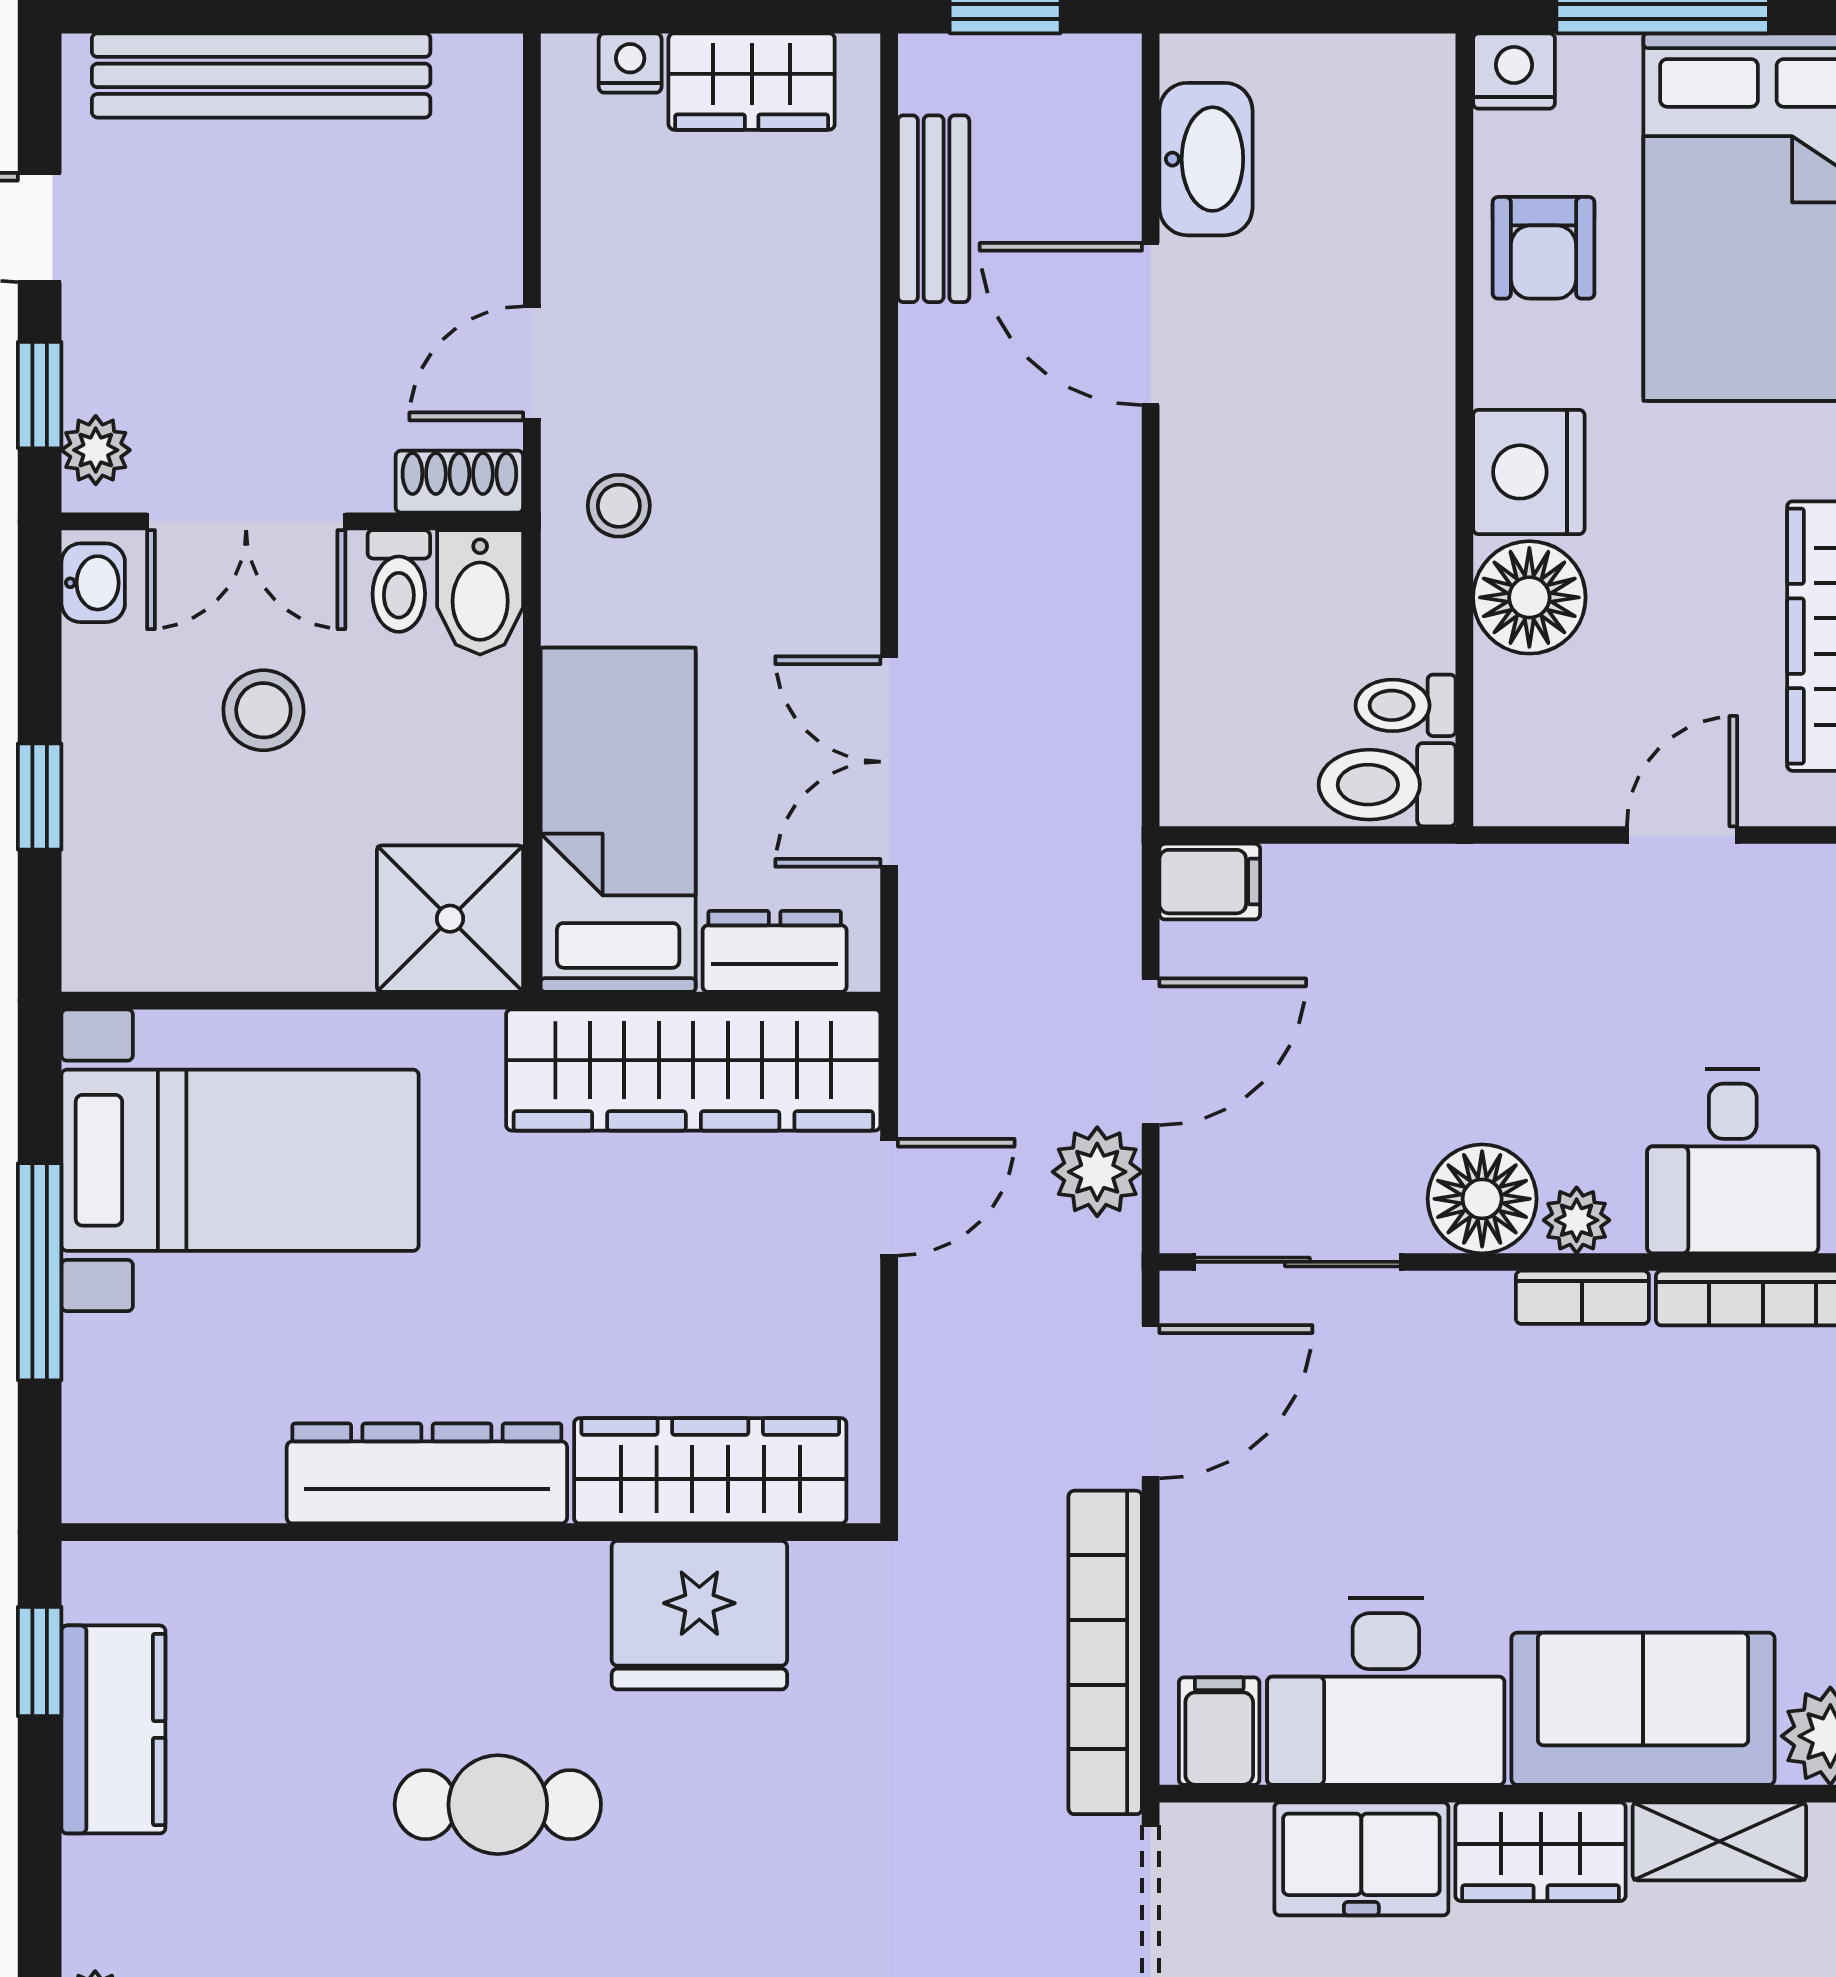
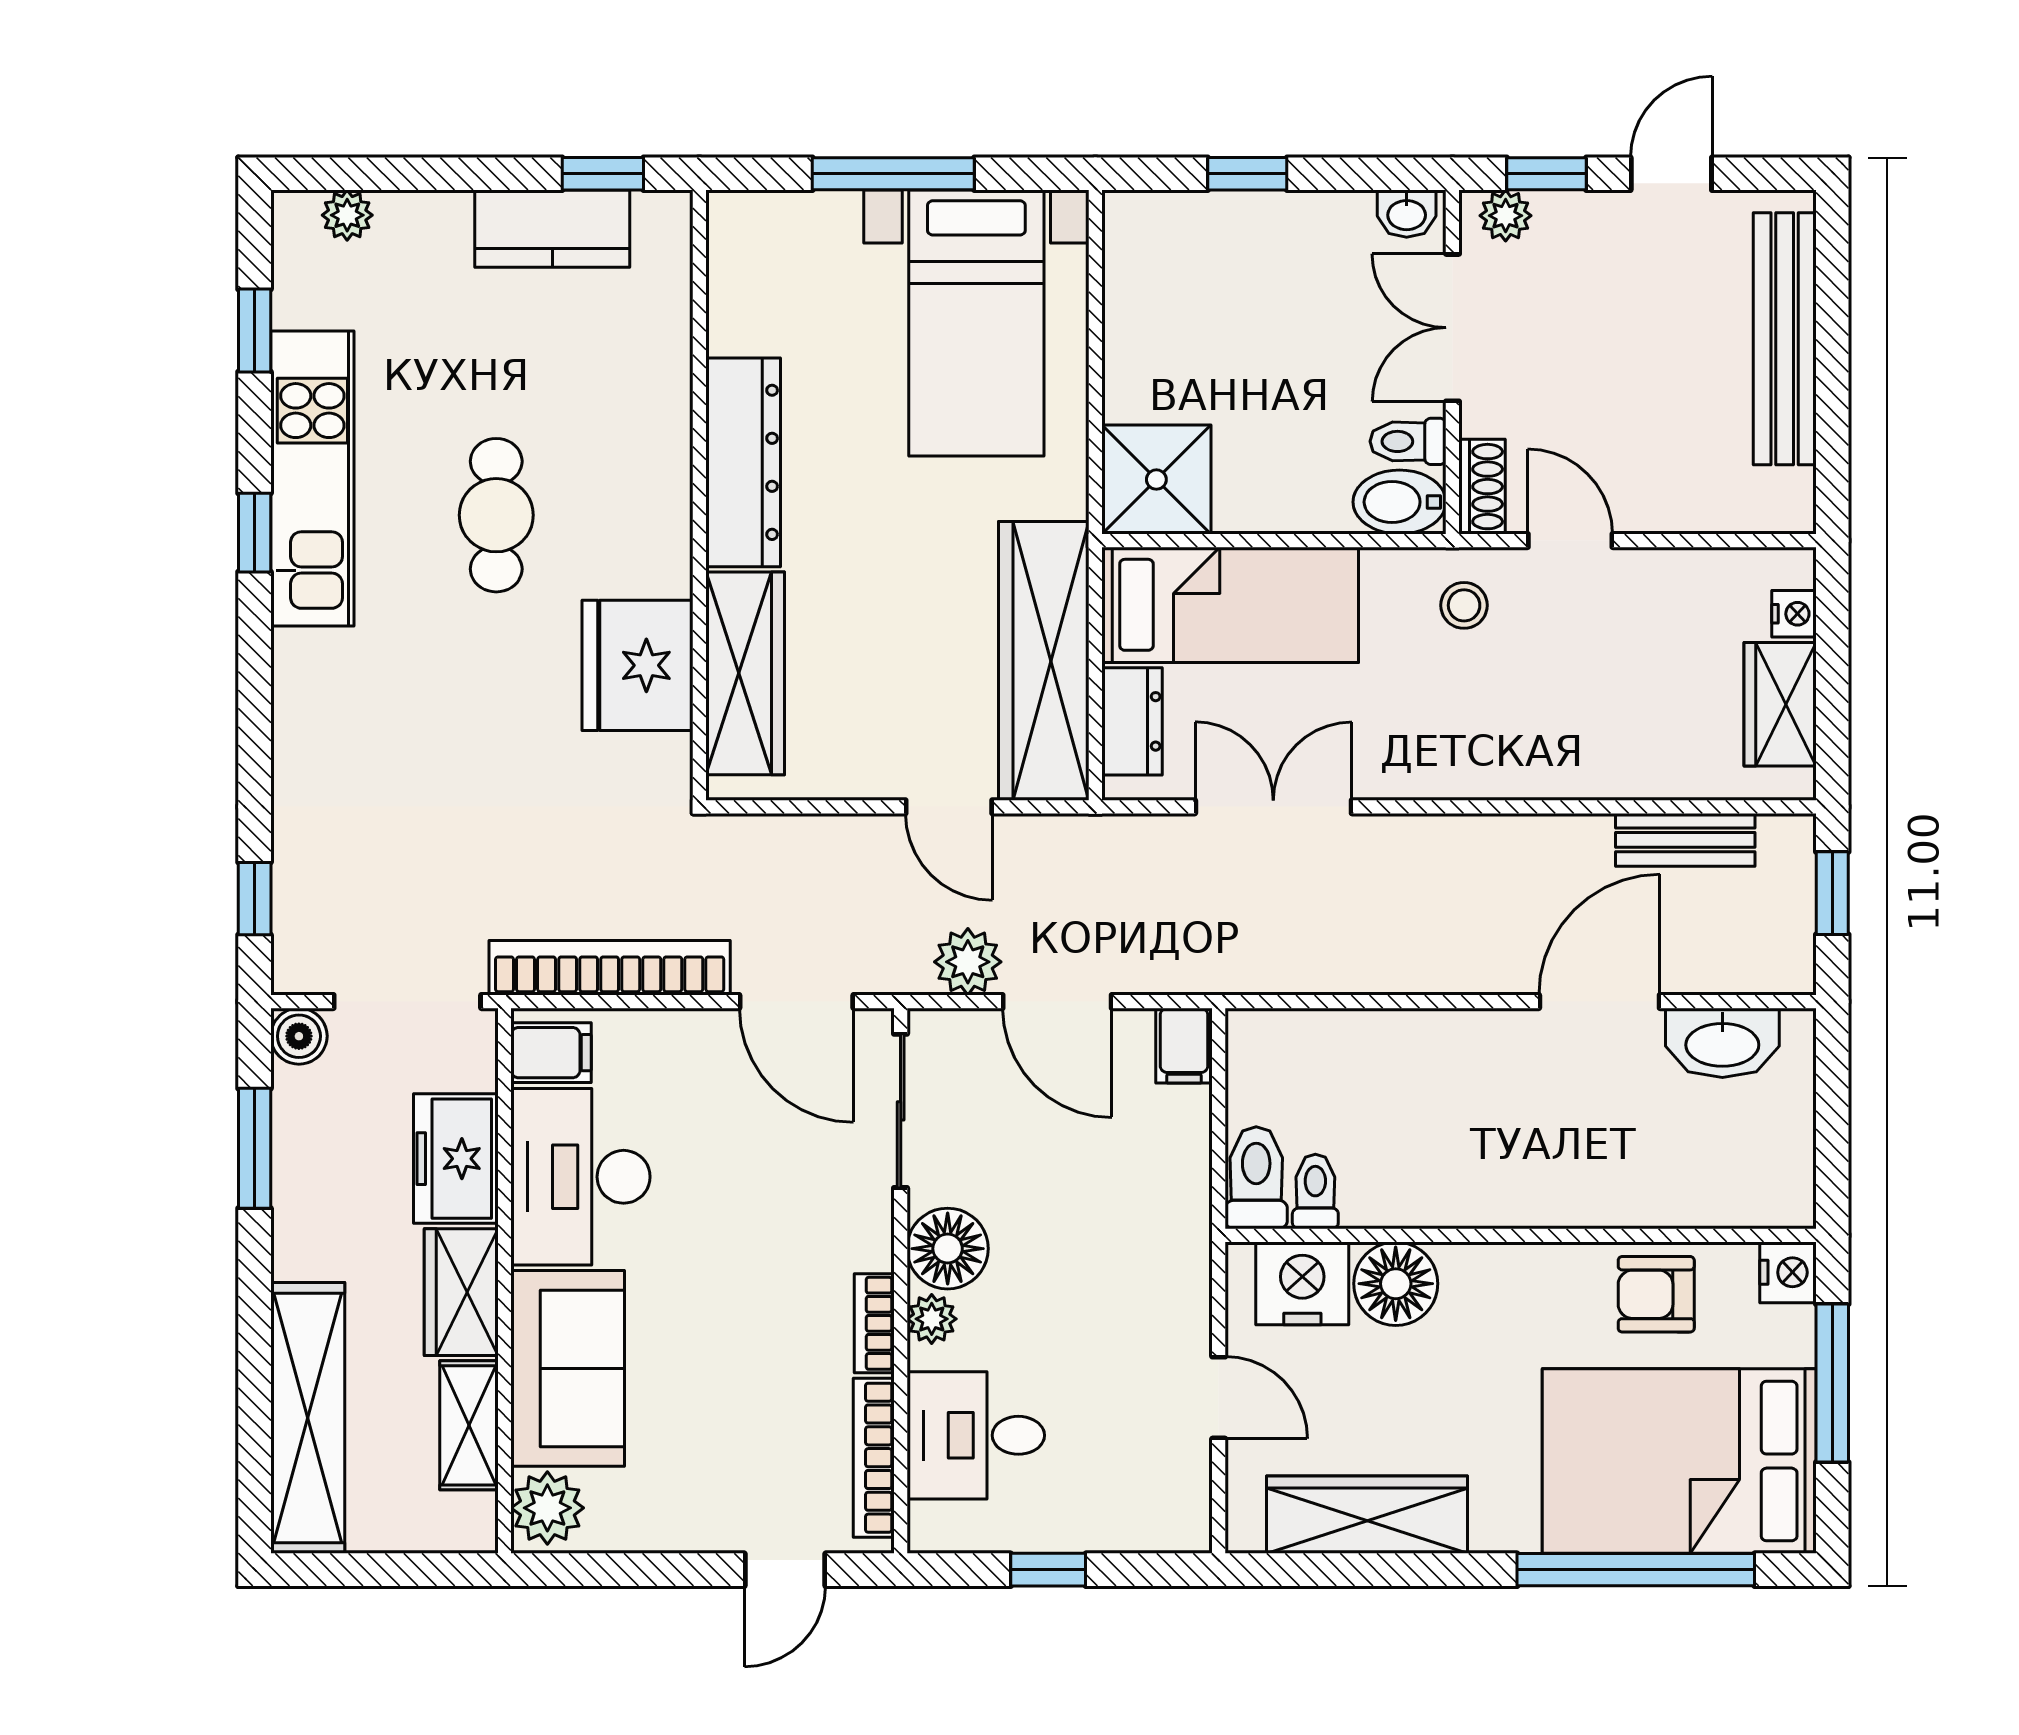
nightstand: (1529, 472) -> (1302, 1283), moved
stool: (263, 710) -> (1312, 341), removed

